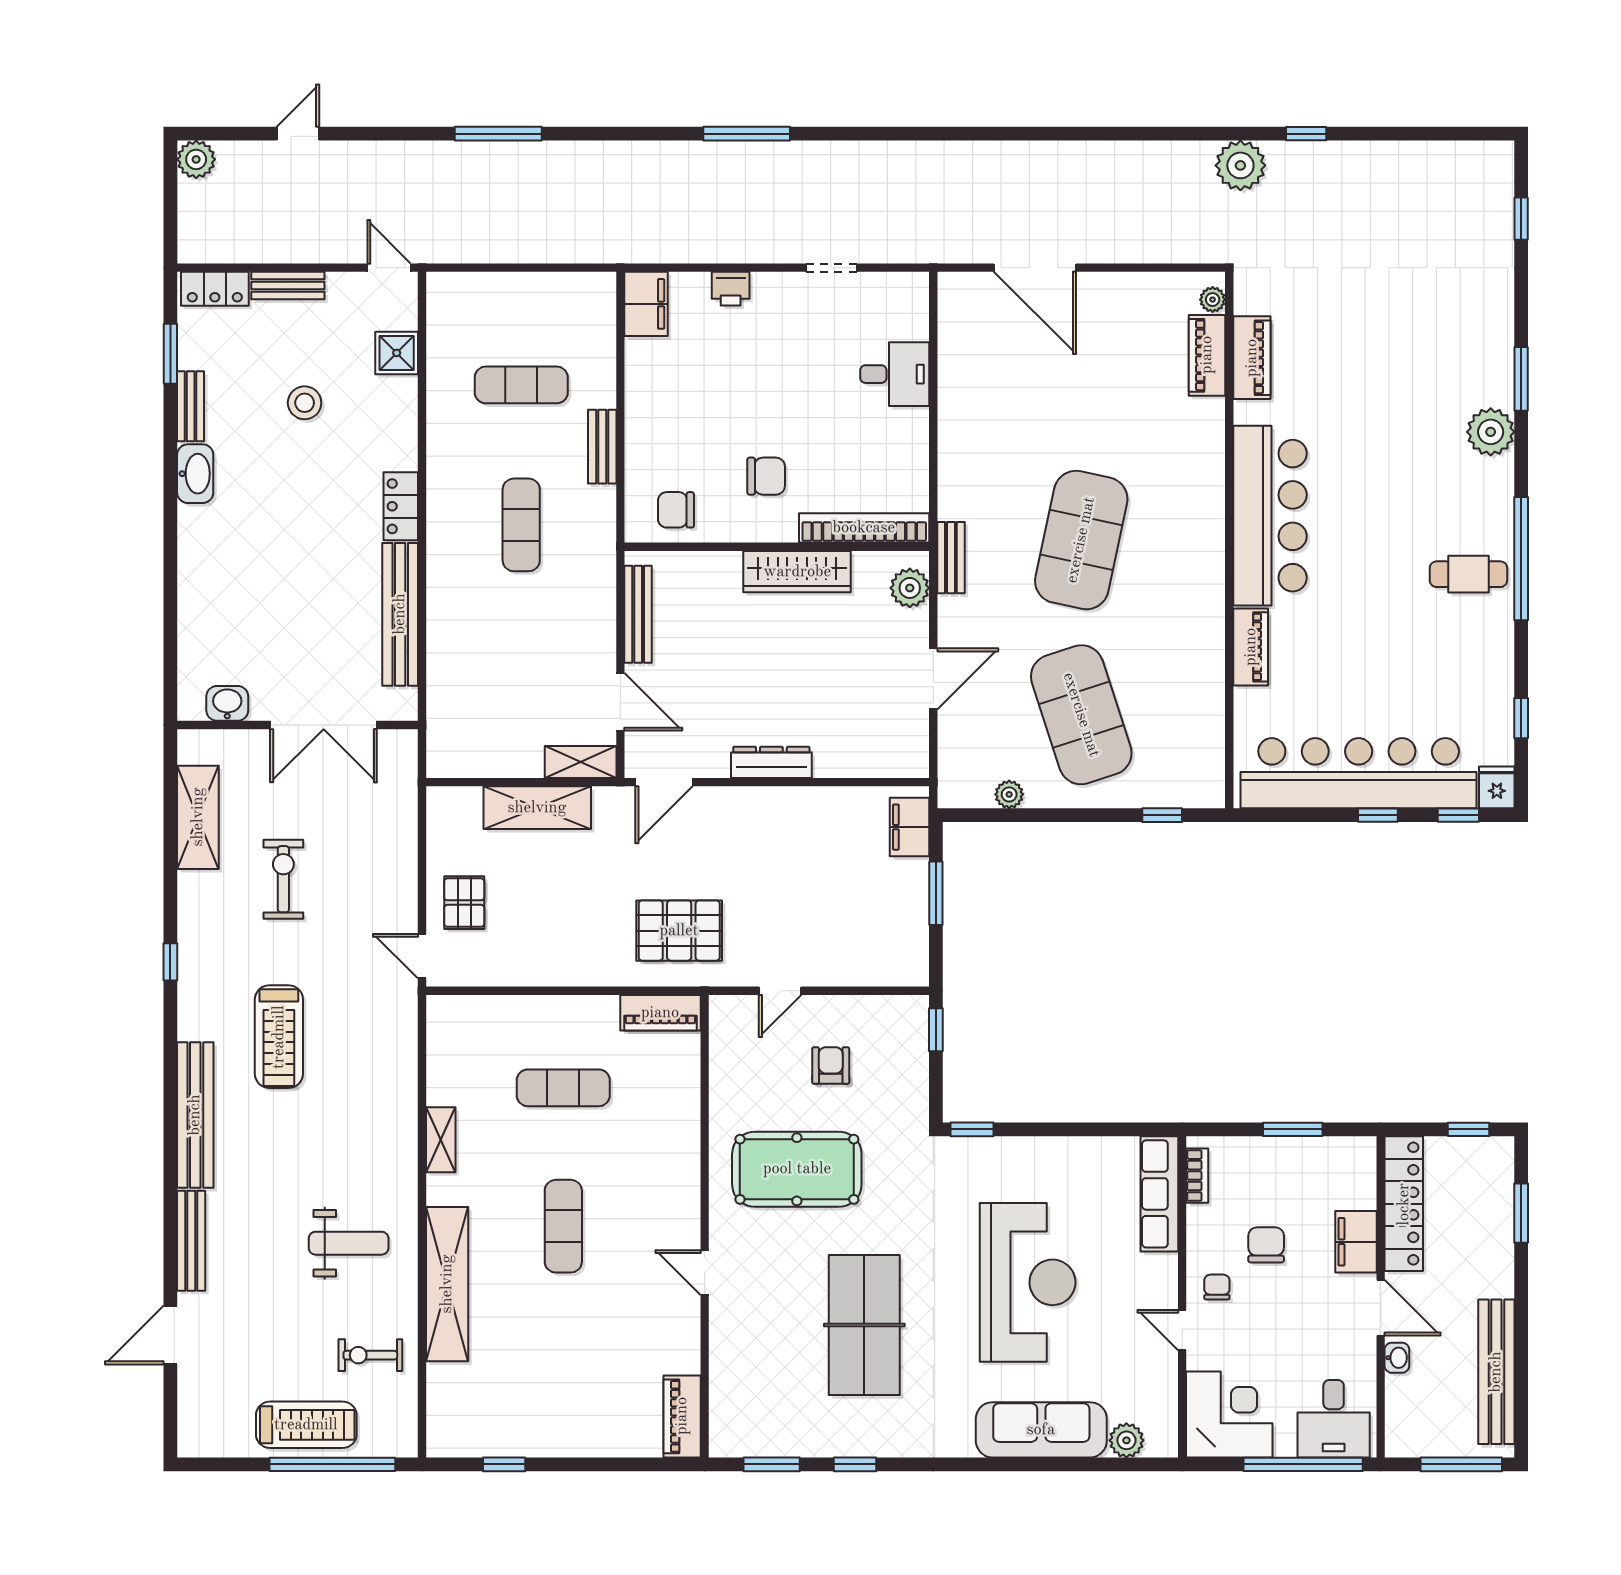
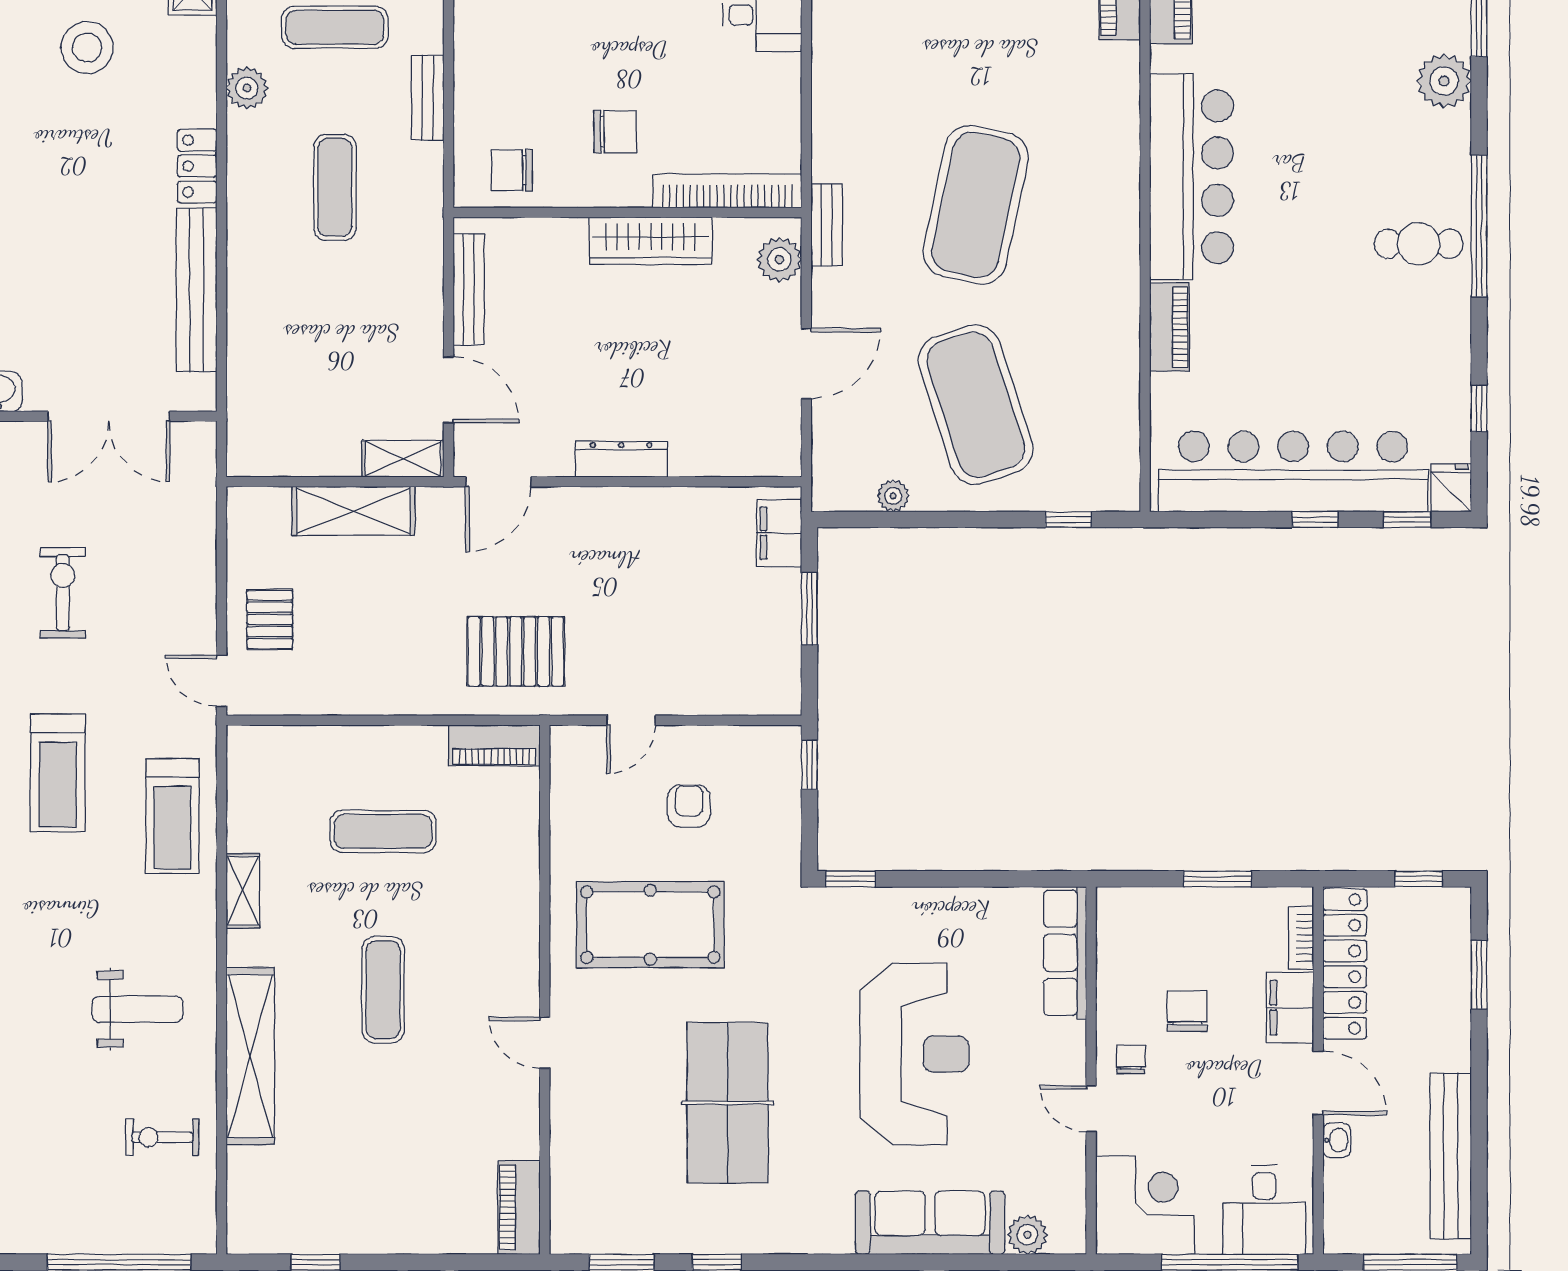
stool: (305, 403) -> (87, 48), width x1.38, depth x1.38
plant: (444, 438) -> (247, 88), added
bookcase: (1197, 1176) -> (1301, 938), moved, turned 180
treadmill: (306, 1425) -> (172, 816), moved, turned 90

